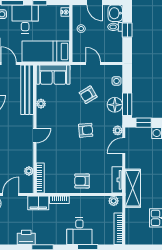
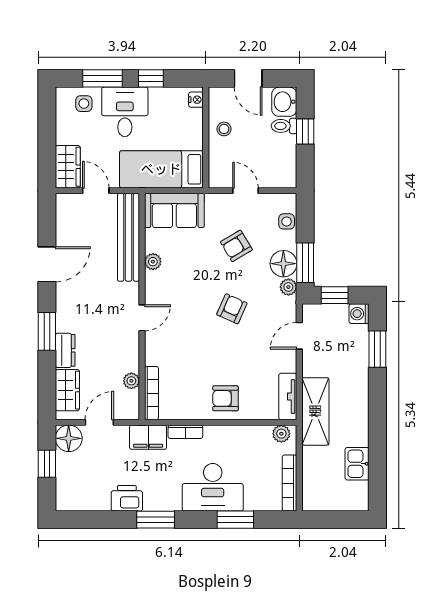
armchair: (86, 130) -> (232, 309), turned -61
plant: (118, 130) -> (288, 287), moved
desk: (79, 231) -> (213, 487), width x1.37

